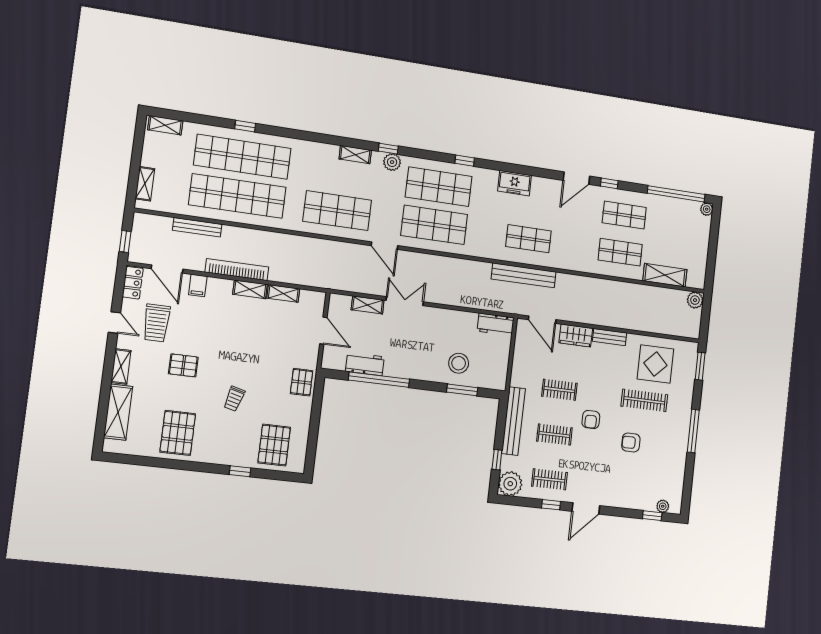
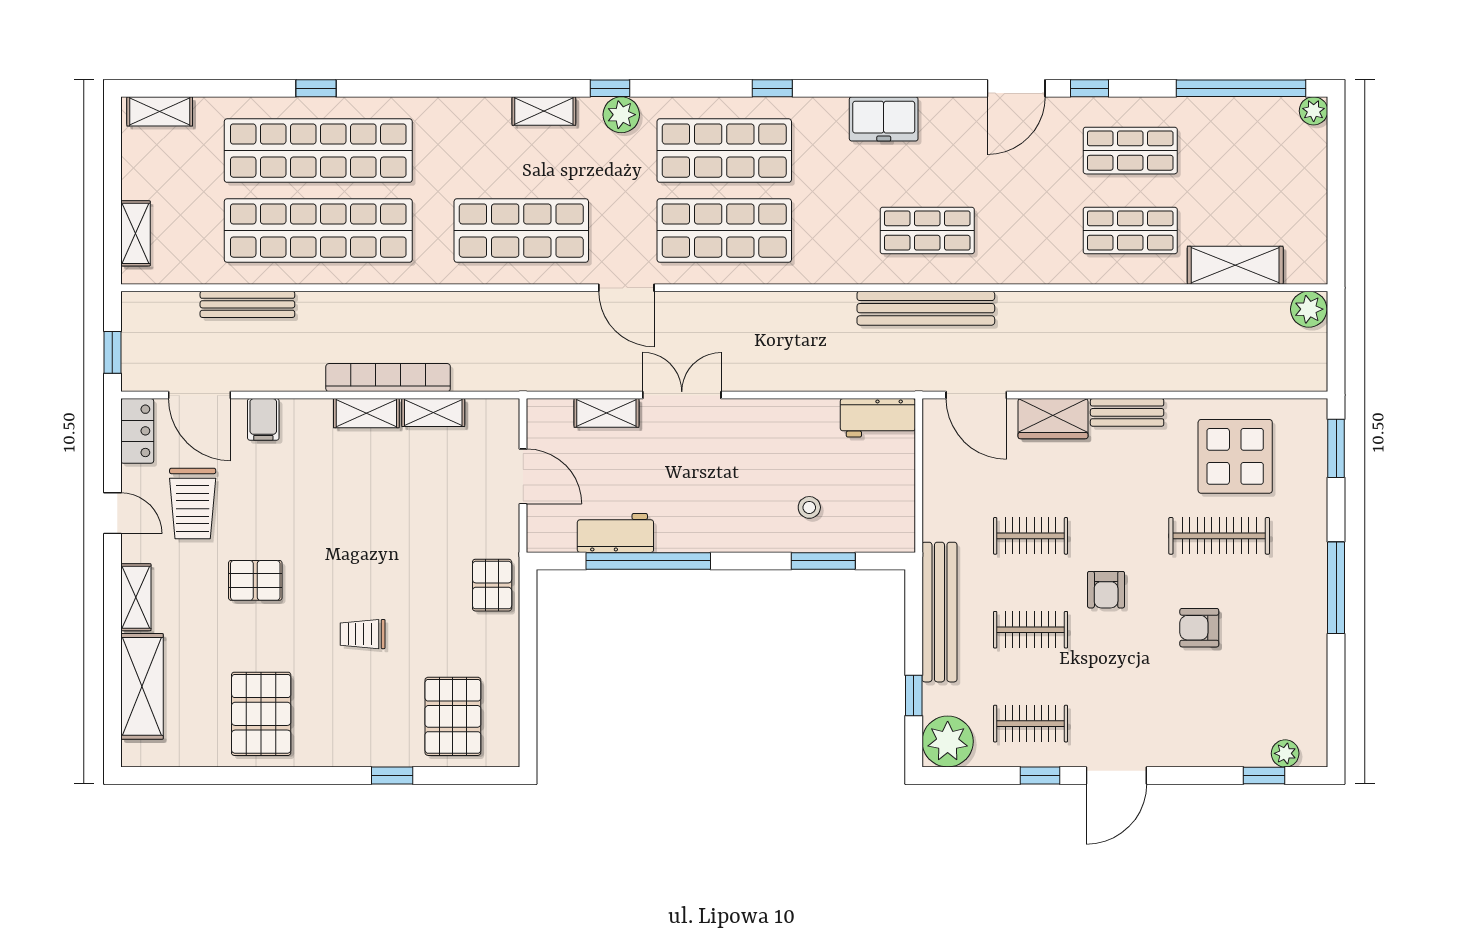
bookcase: (237, 270) -> (388, 378), moved
stool: (459, 363) -> (809, 507), width x0.53, depth x0.53
trolley: (234, 399) -> (363, 634), turned 75

